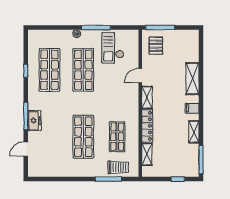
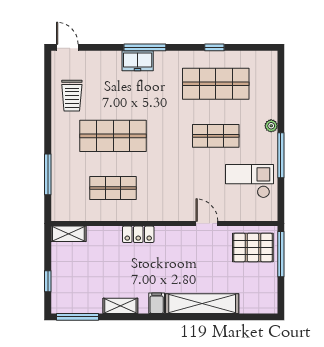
pallet: (156, 46) -> (253, 247), width x1.50, depth x1.42
shop shelf: (83, 70) -> (216, 136), width x0.70, depth x0.74
shelving: (192, 79) -> (202, 304), width x1.47
shelving: (147, 97) -> (173, 234), removed
locker: (147, 126) -> (138, 234), width x0.66
door: (26, 149) -> (67, 47), moved
shelving: (147, 154) -> (68, 234), moved
trolley: (118, 167) -> (72, 96), moved

